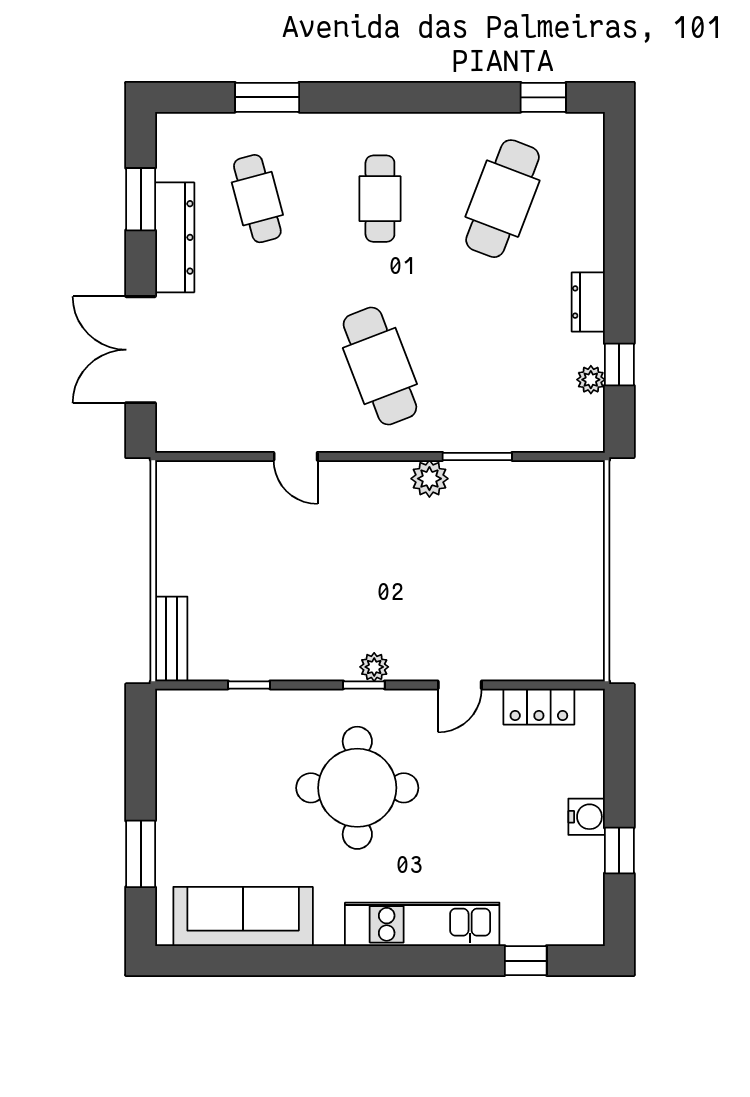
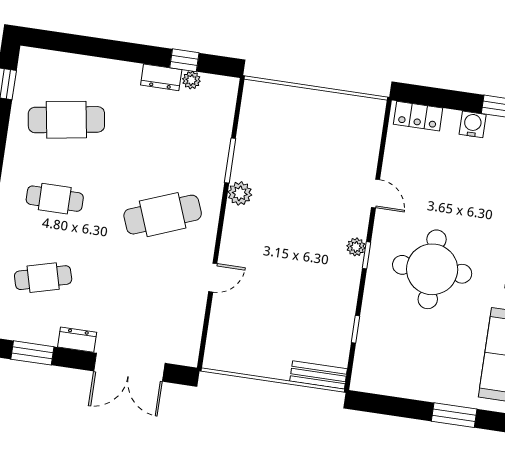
cafe table: (503, 199) -> (66, 120), turned -30
dresser: (175, 237) -> (77, 340), width x0.51, depth x0.80
dresser: (588, 302) -> (161, 77), moved
locker: (539, 707) -> (418, 116), moved, turned 90

